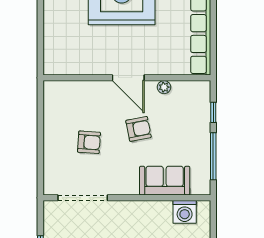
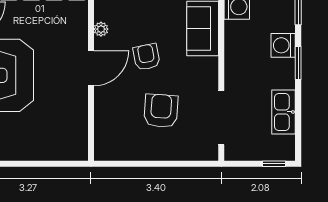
armchair: (89, 142) -> (161, 111), width x1.38, depth x1.38

